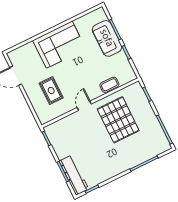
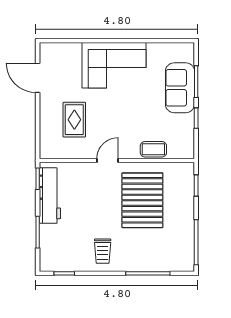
trolley: (109, 164) -> (103, 251), added
workbench: (74, 175) -> (50, 196), moved

